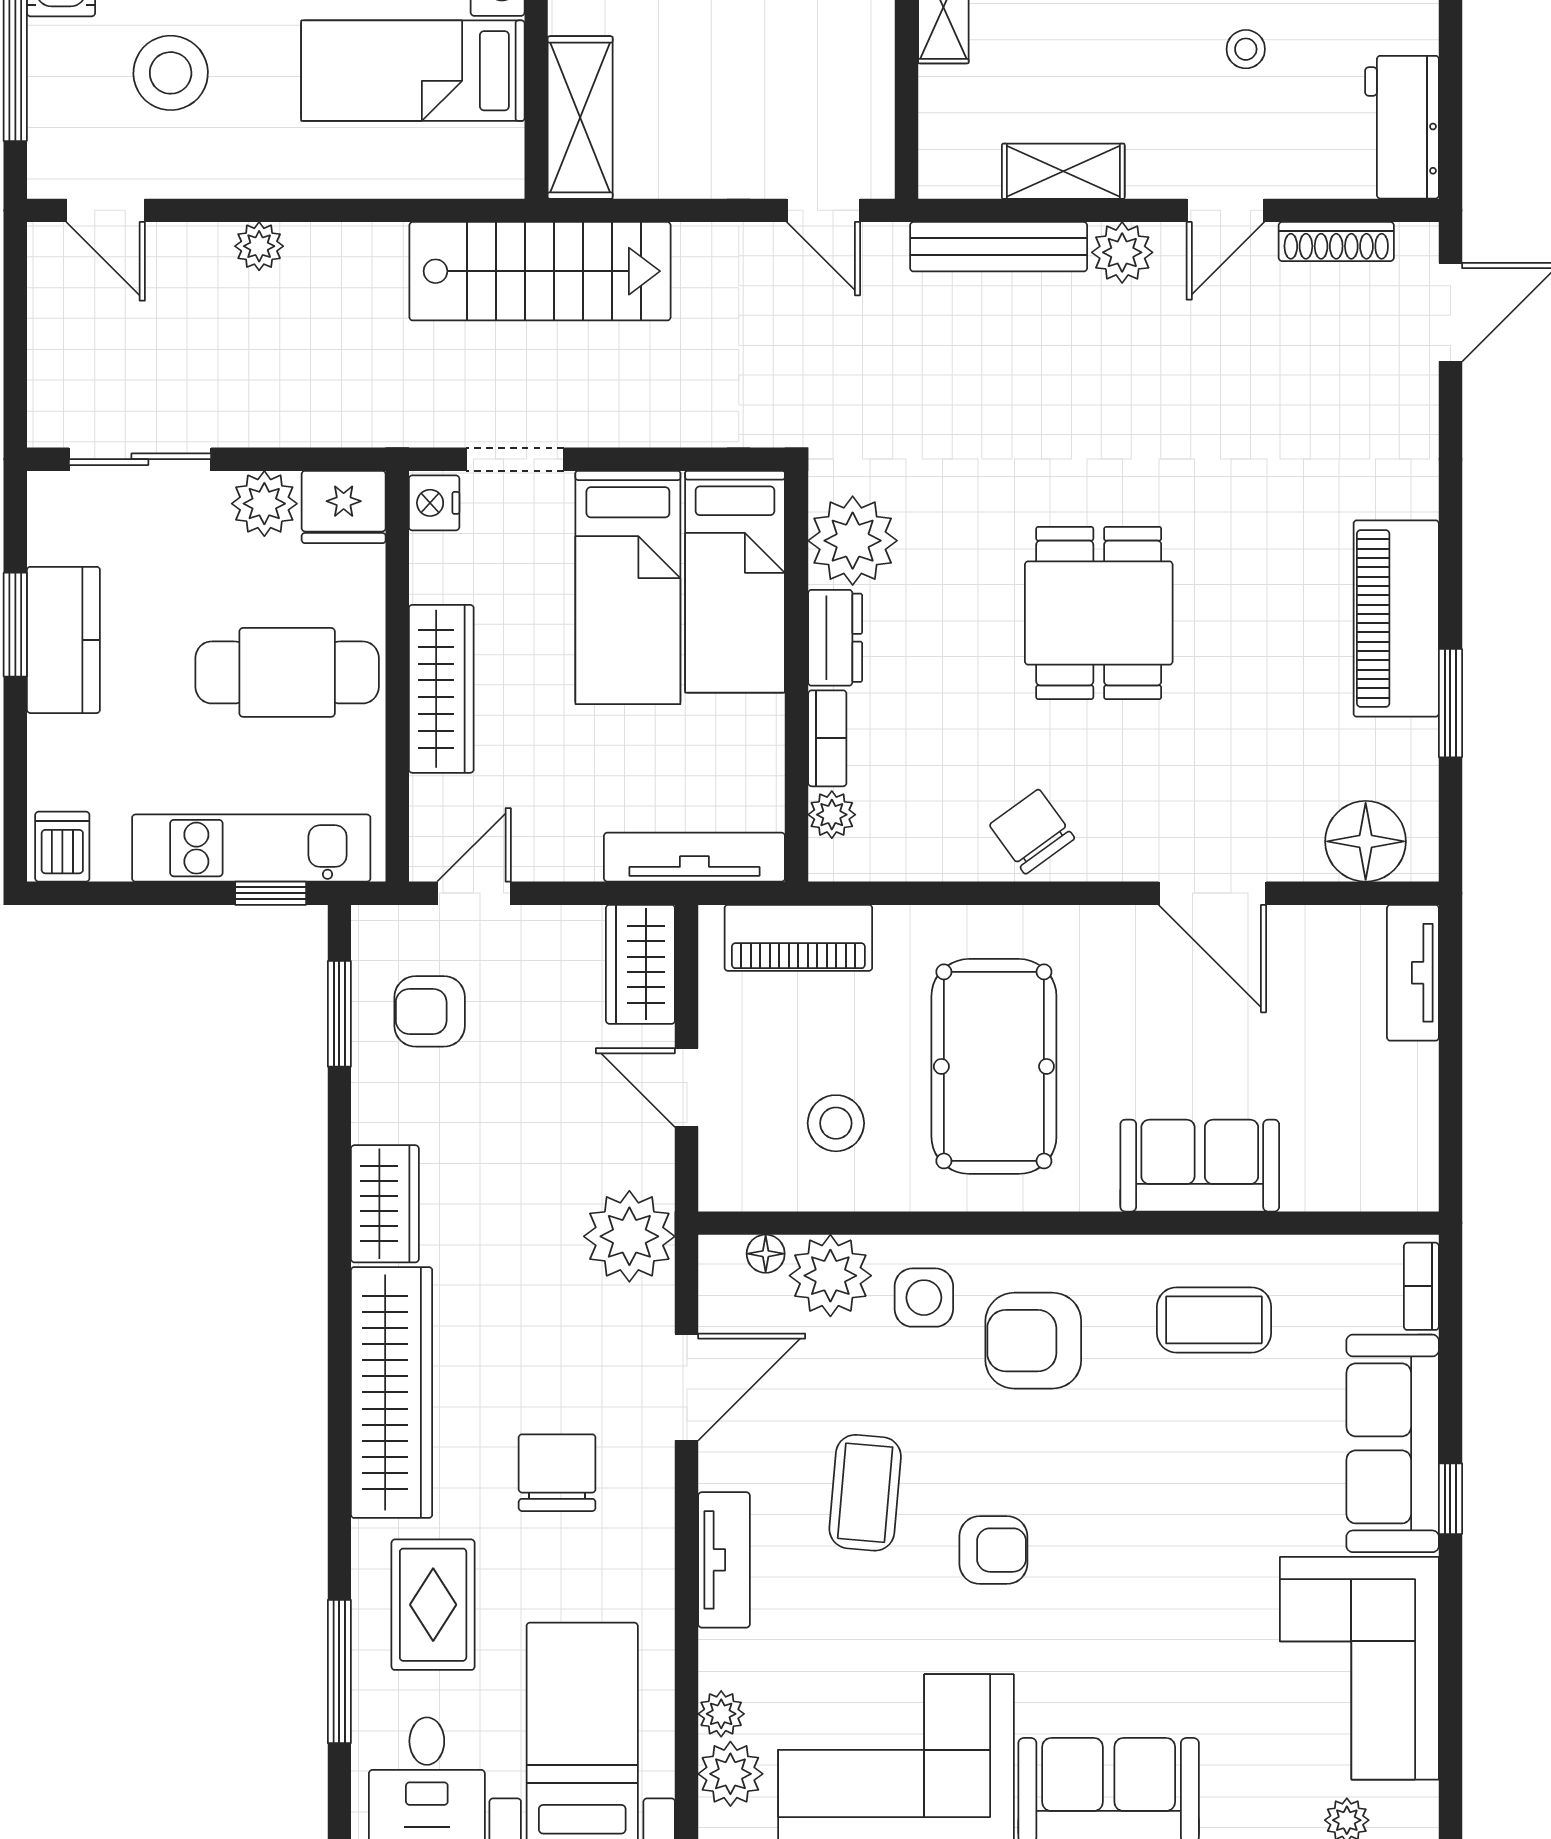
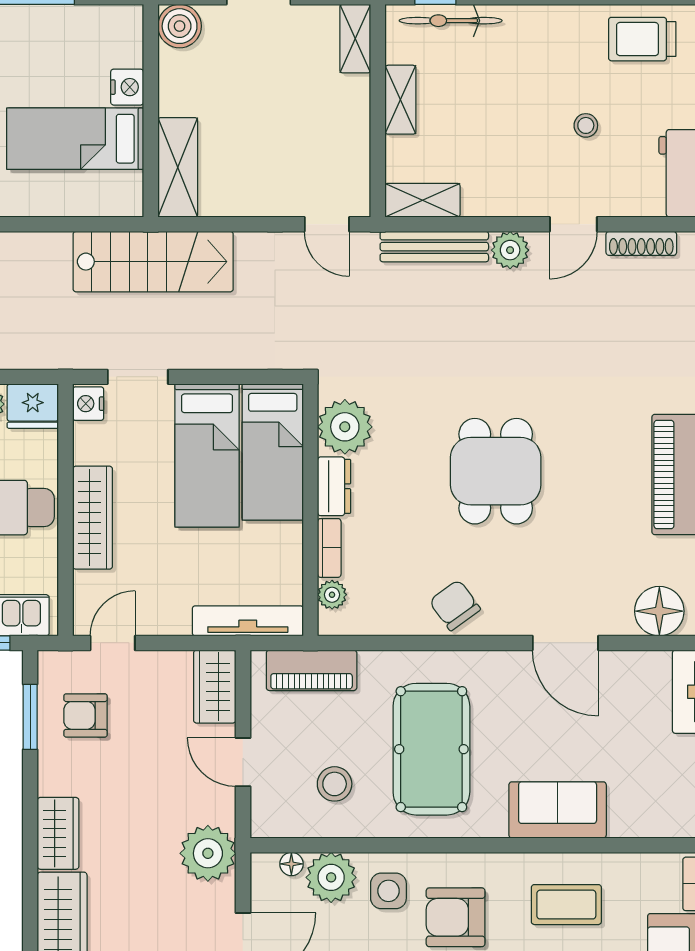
shelving: (1063, 171) -> (423, 200), moved

